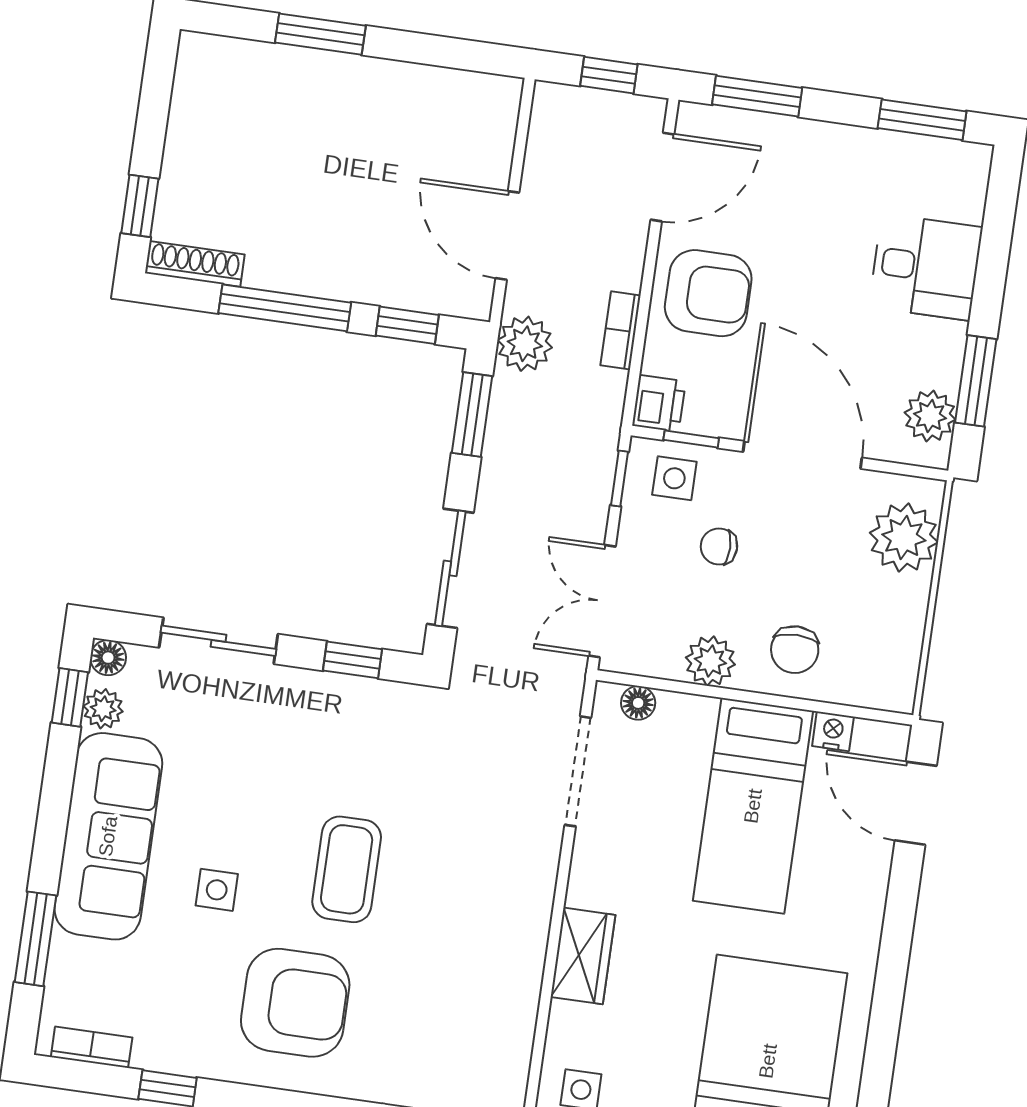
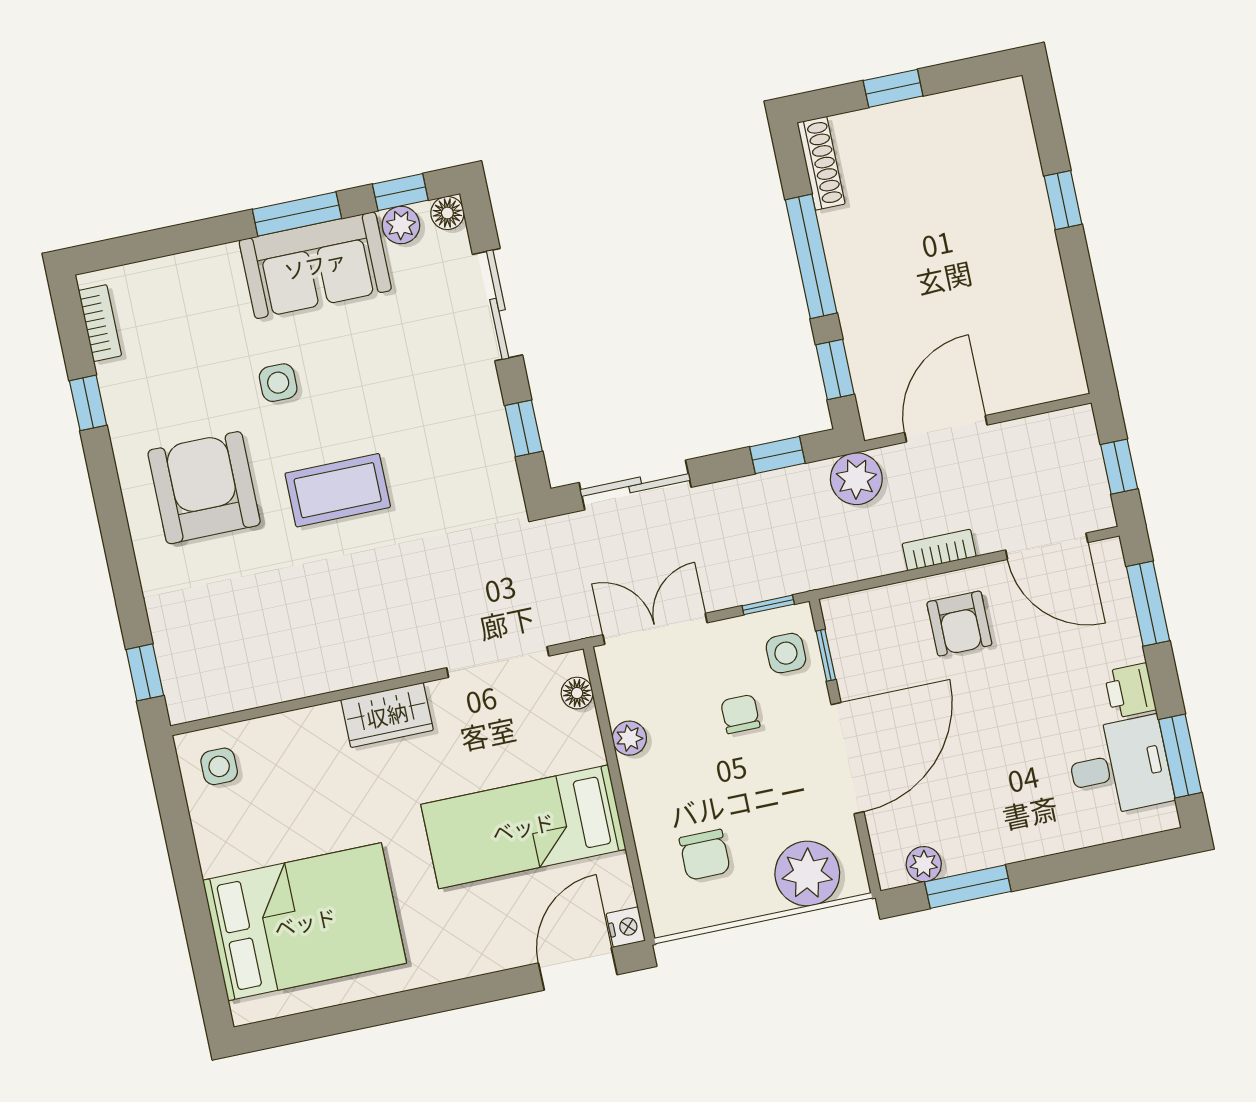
window: (320, 34) -> (1063, 200), width x0.67
window: (140, 206) -> (893, 88), moved
desk: (926, 267) -> (1120, 767), moved, turned -90
armchair: (708, 293) -> (959, 624), width x0.72, depth x0.72
bookcase: (621, 330) -> (939, 550), moved
printer: (659, 403) -> (1130, 691), moved, turned 90
window: (472, 414) -> (777, 455), width x0.67
plant: (930, 416) -> (924, 864), width x0.73, depth x0.73
chair: (795, 650) -> (705, 855), moved, turned -90
plant: (710, 661) -> (629, 738), width x0.73, depth x0.73
nightstand: (833, 731) -> (626, 927), moved
sofa: (108, 836) -> (315, 265), width x0.73
window: (36, 939) -> (297, 214), moved
wardrobe: (583, 956) -> (387, 715), moved
armchair: (295, 1003) -> (204, 488), turned 180

